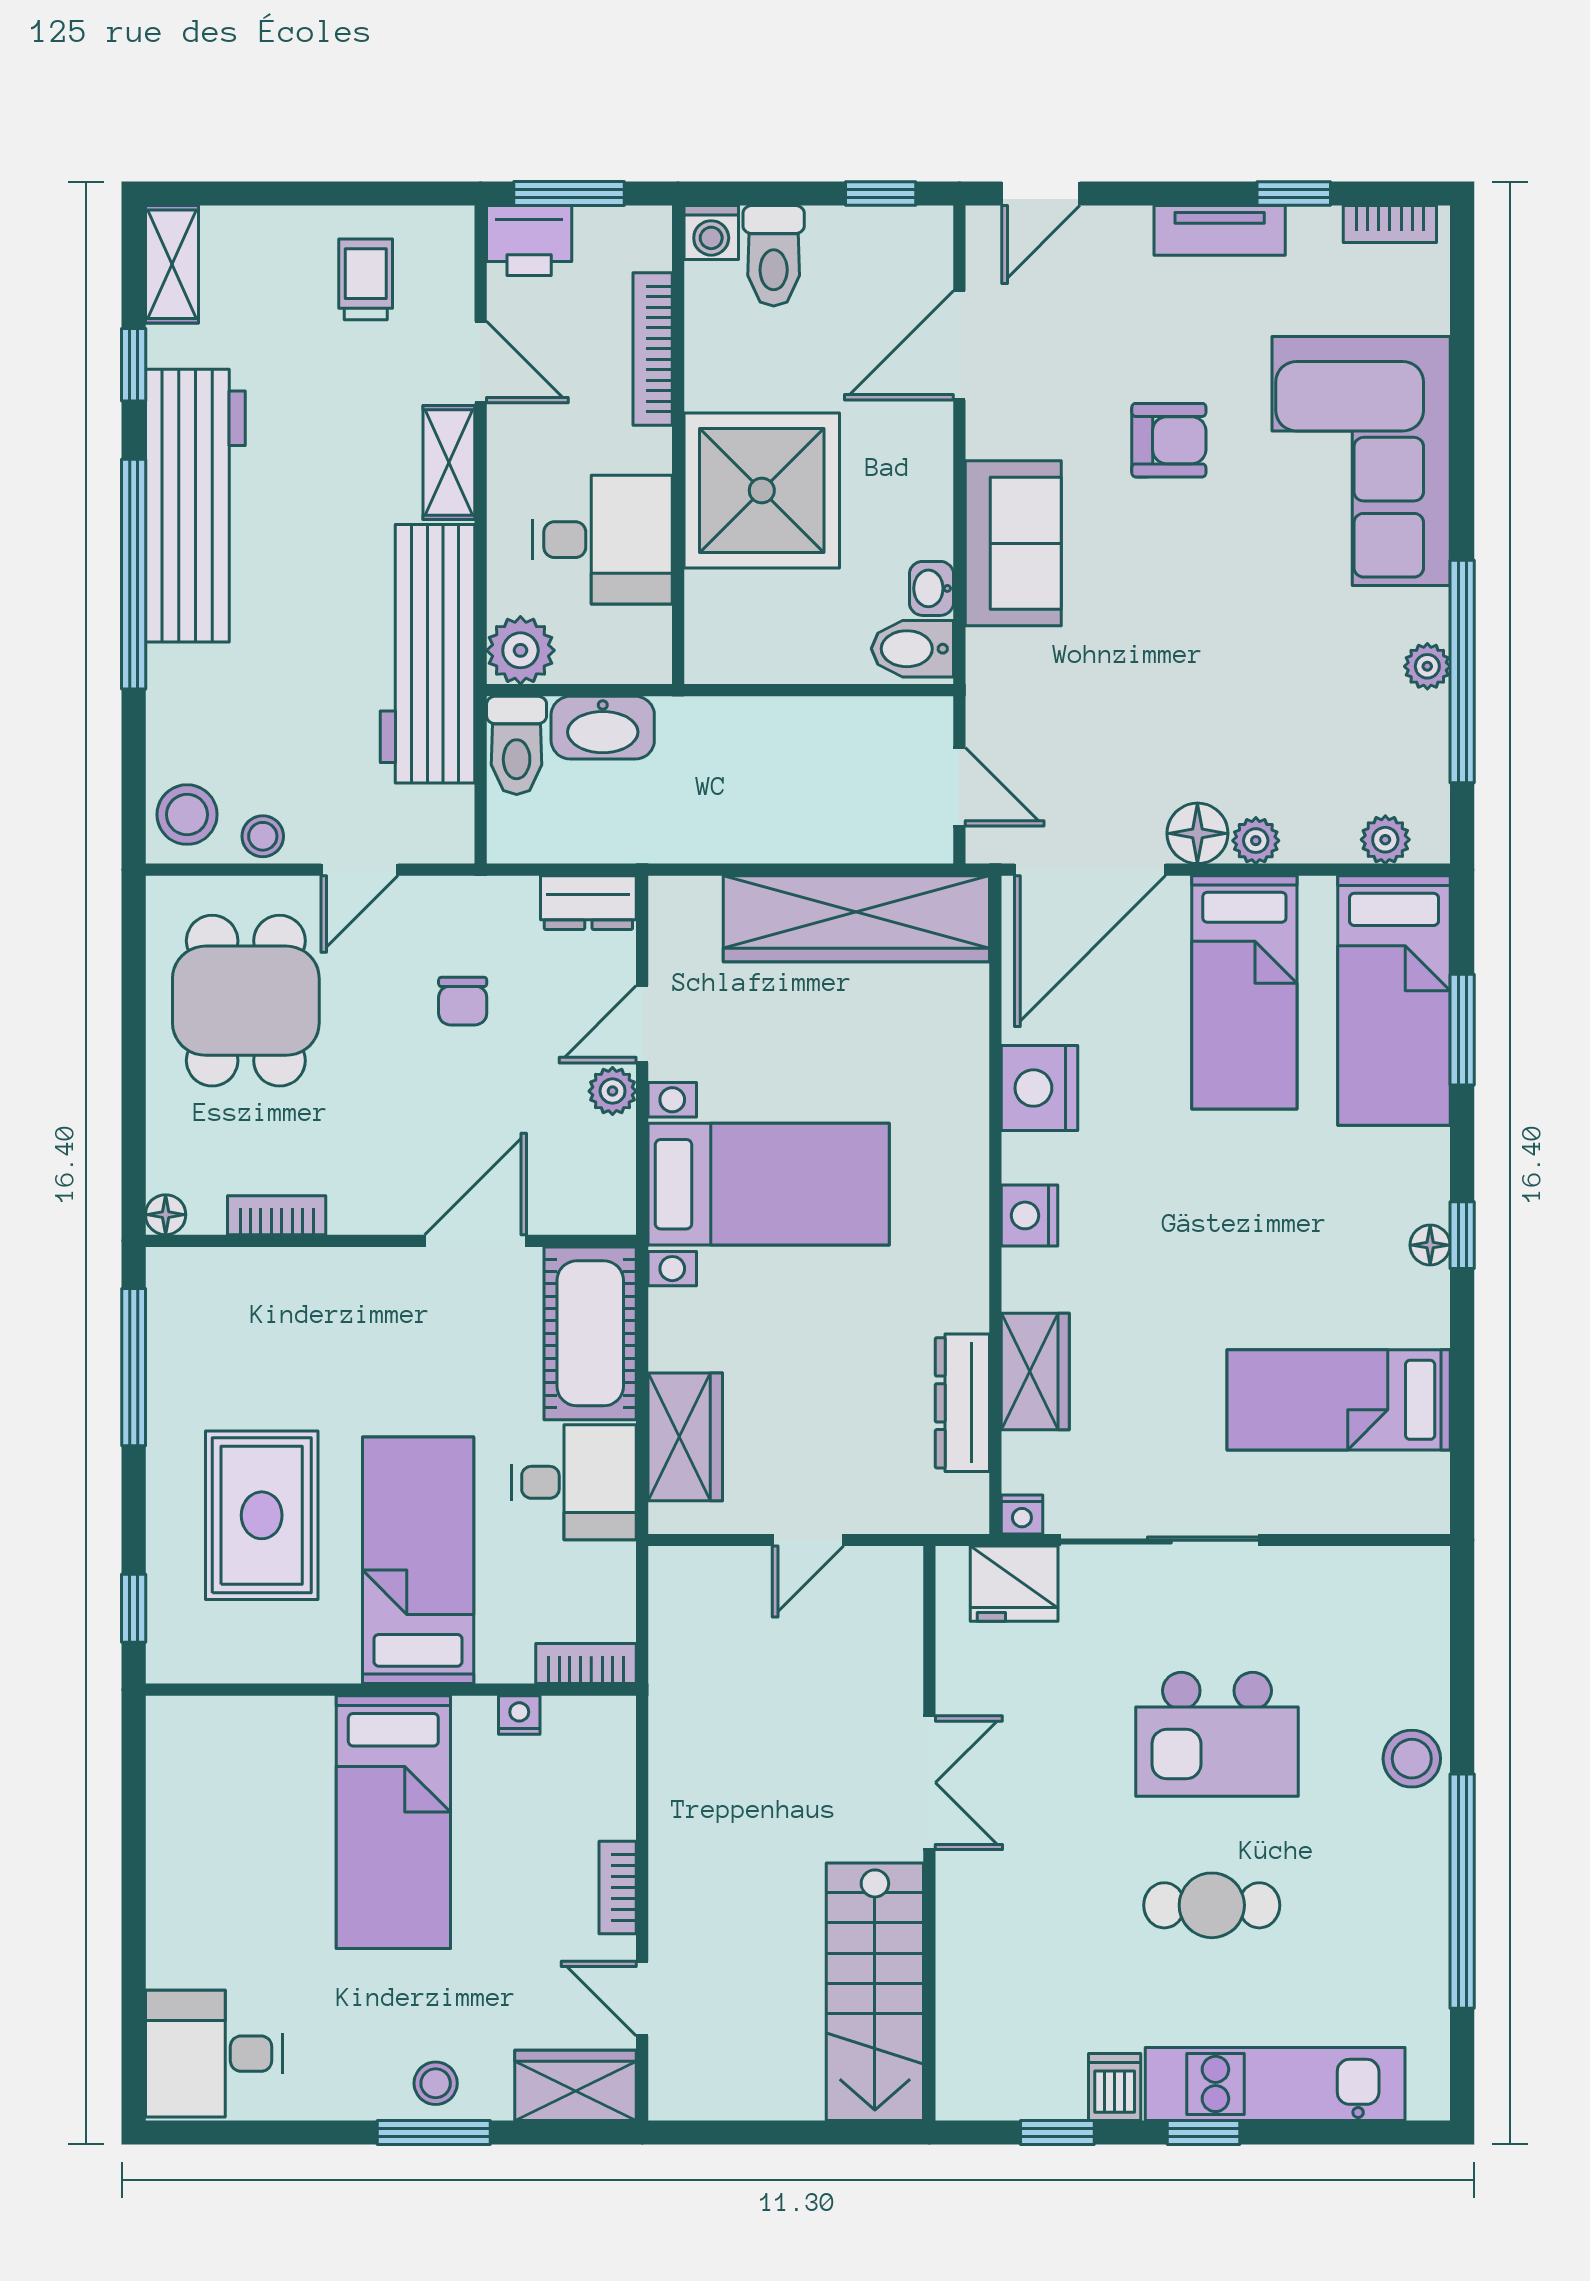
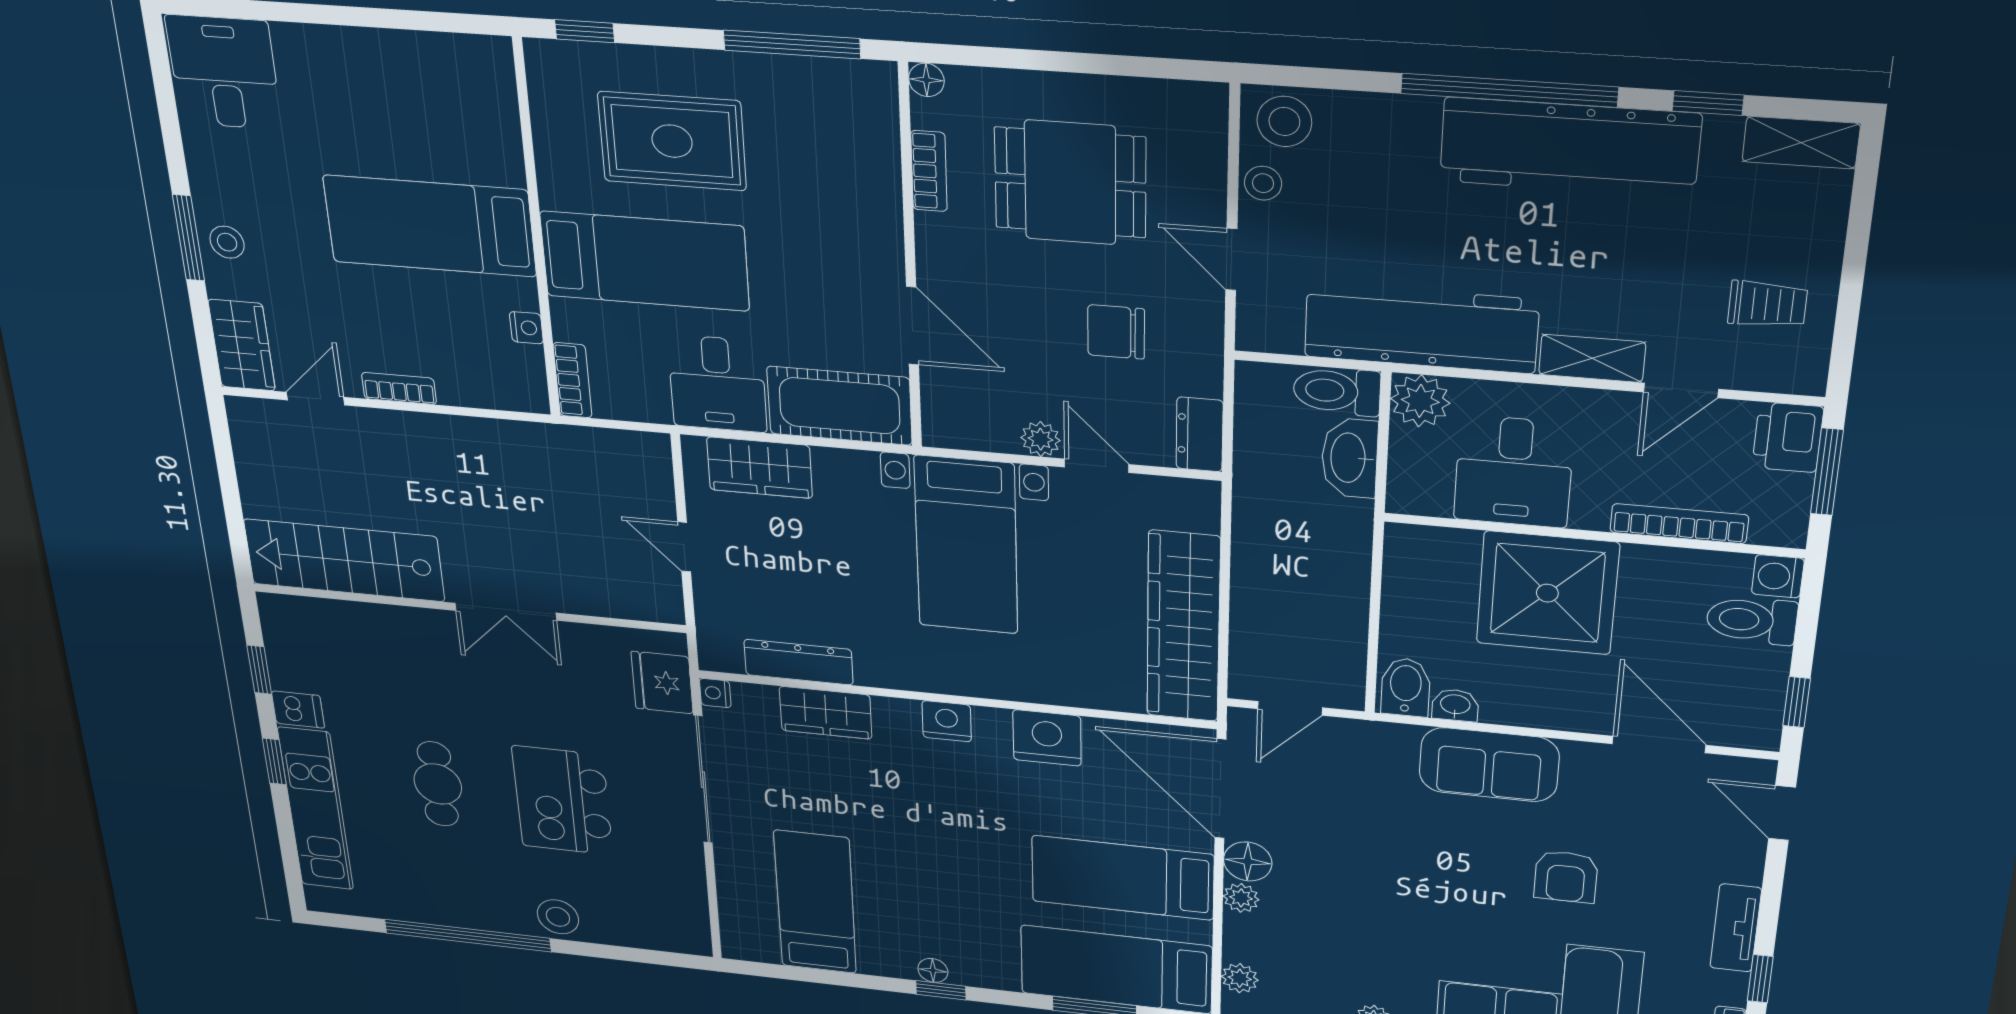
dining table: (246, 1001) -> (1070, 183), moved
chair: (463, 1001) -> (1116, 332), width x1.37, depth x1.37

